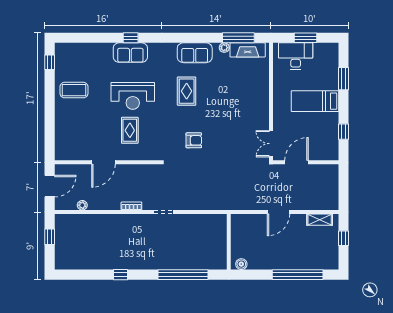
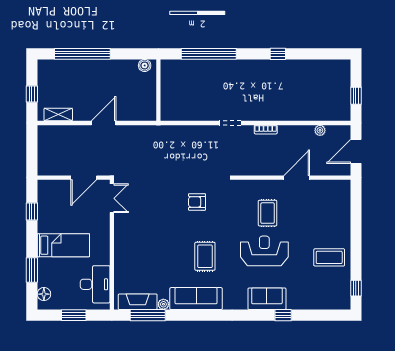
window: (131, 38) -> (283, 315), moved
sofa: (195, 53) -> (196, 299), width x1.36
desk: (296, 56) -> (95, 284), moved, turned -90
floor lamp: (333, 57) -> (44, 294), added

